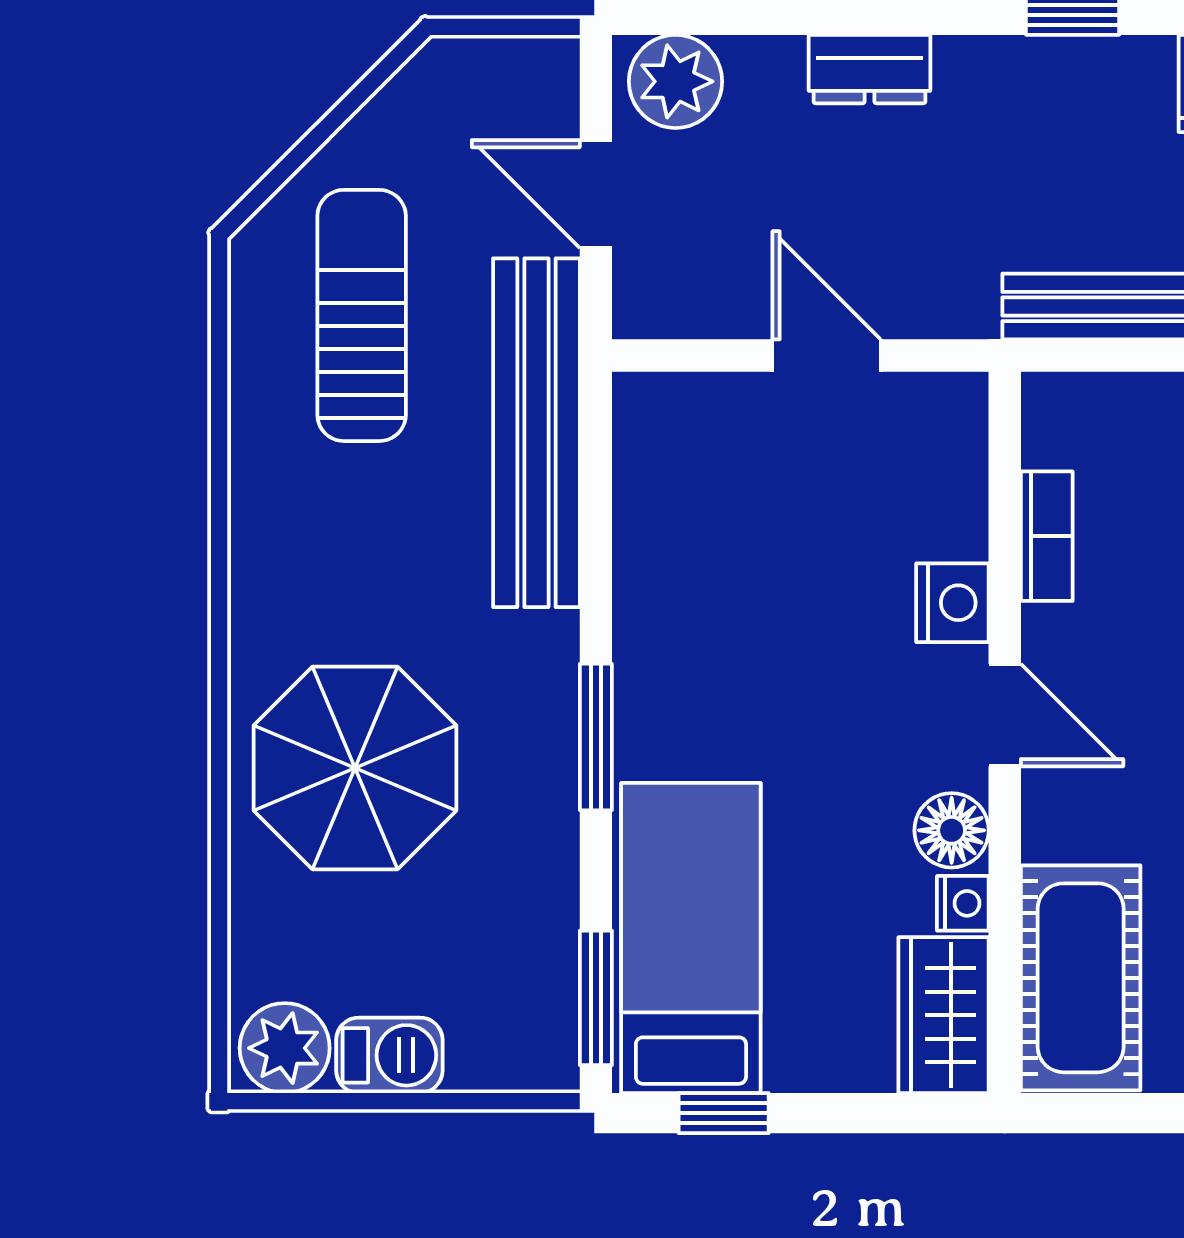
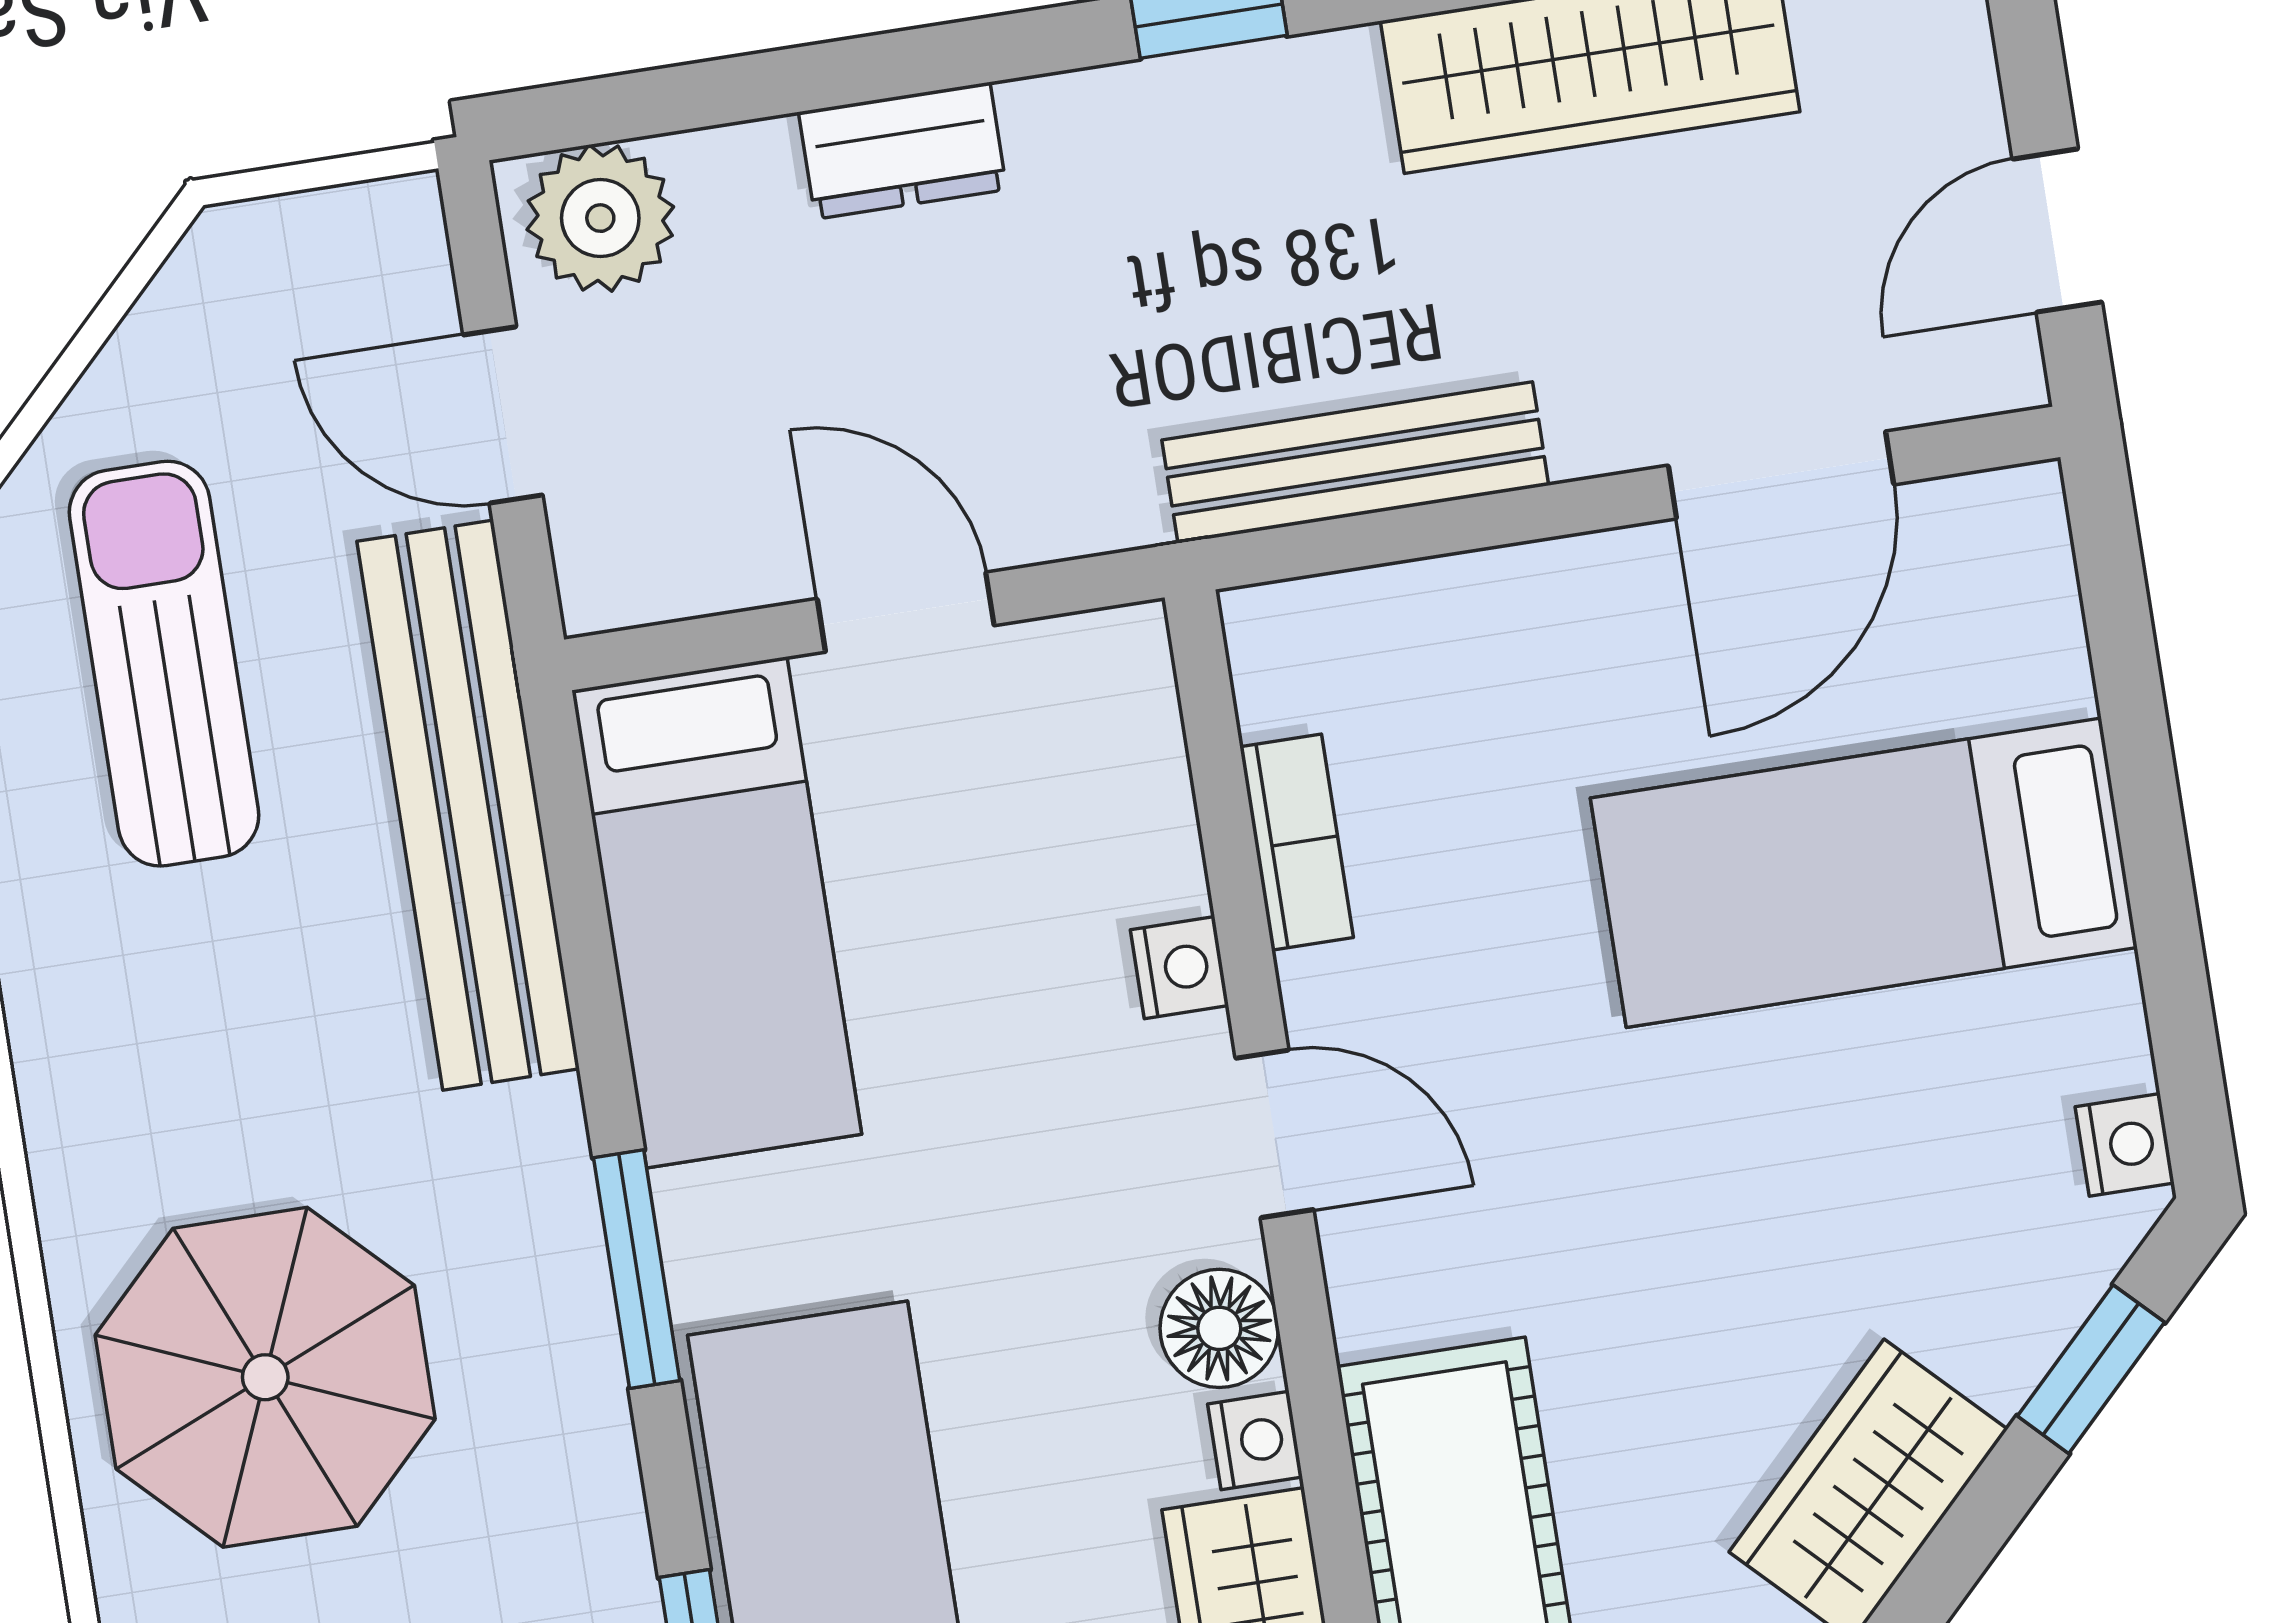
bed: (680, 523) -> (717, 912), added
nightstand: (952, 603) -> (1179, 968), width x0.72, depth x0.74

